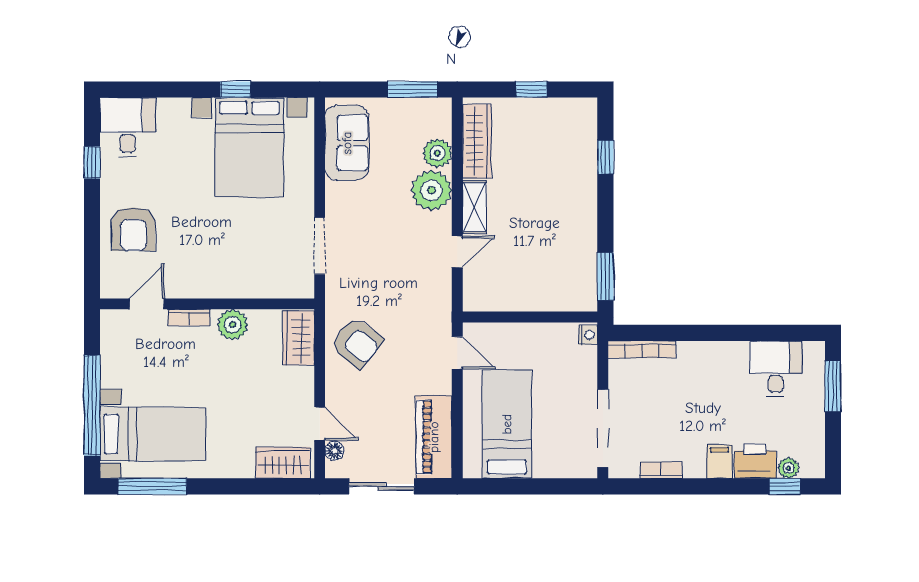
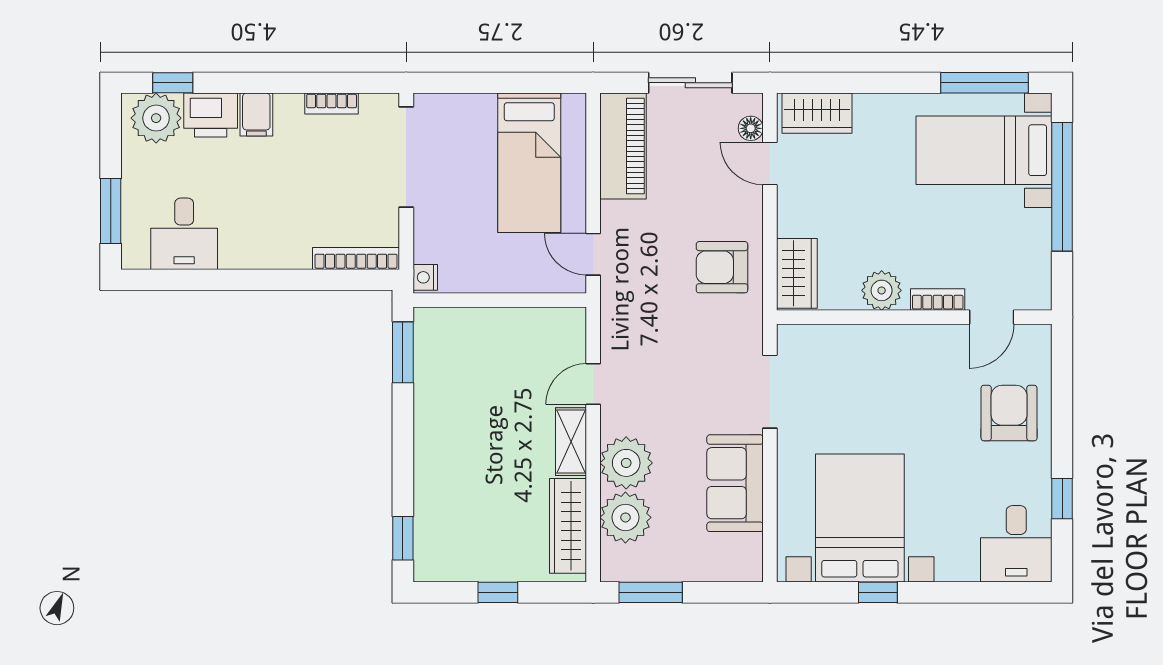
sofa: (347, 143) -> (735, 483), moved
plant: (437, 153) -> (625, 517), width x1.36, depth x1.36
window: (605, 157) -> (403, 538), moved
armchair: (357, 343) -> (722, 267), turned -39
plant: (788, 468) -> (156, 118), width x1.88, depth x1.88

